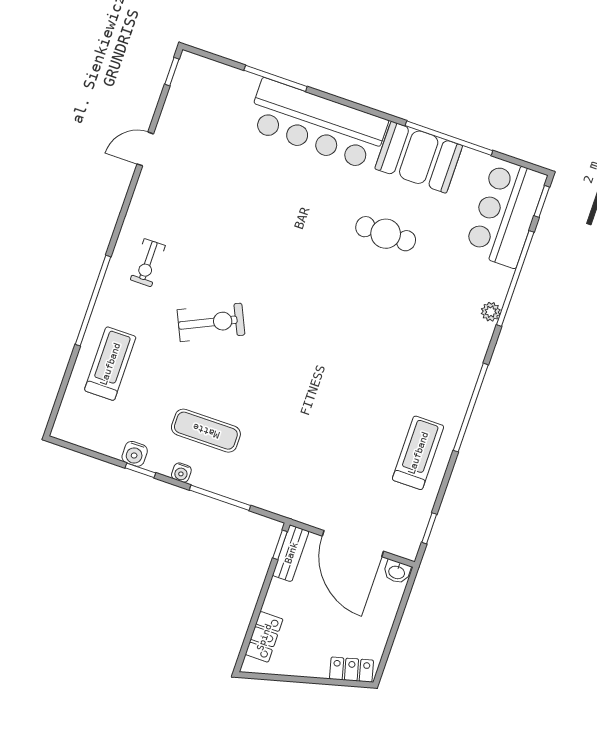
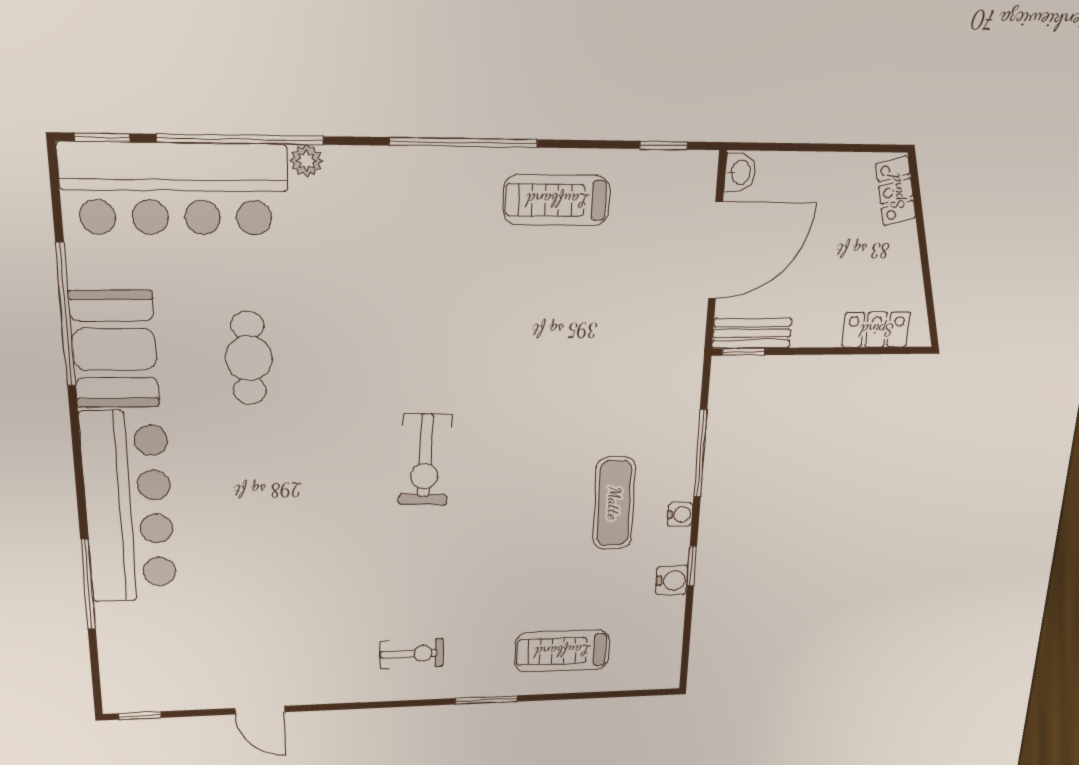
bar counter: (506, 213) -> (175, 189), width x1.36
window: (93, 301) -> (486, 700), width x0.47
exercise bike: (211, 322) -> (425, 460), moved, turned -152

